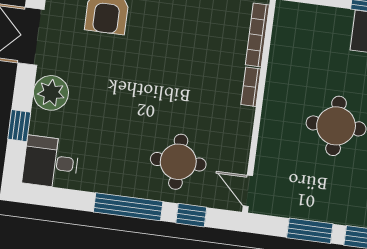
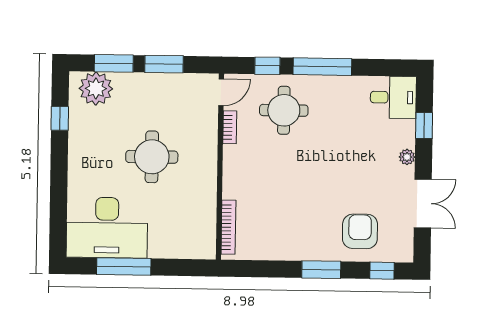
bookcase: (251, 87) -> (230, 127), moved
plant: (51, 93) -> (407, 157), width x0.53, depth x0.53
door: (248, 191) -> (221, 92), hinge flipped

